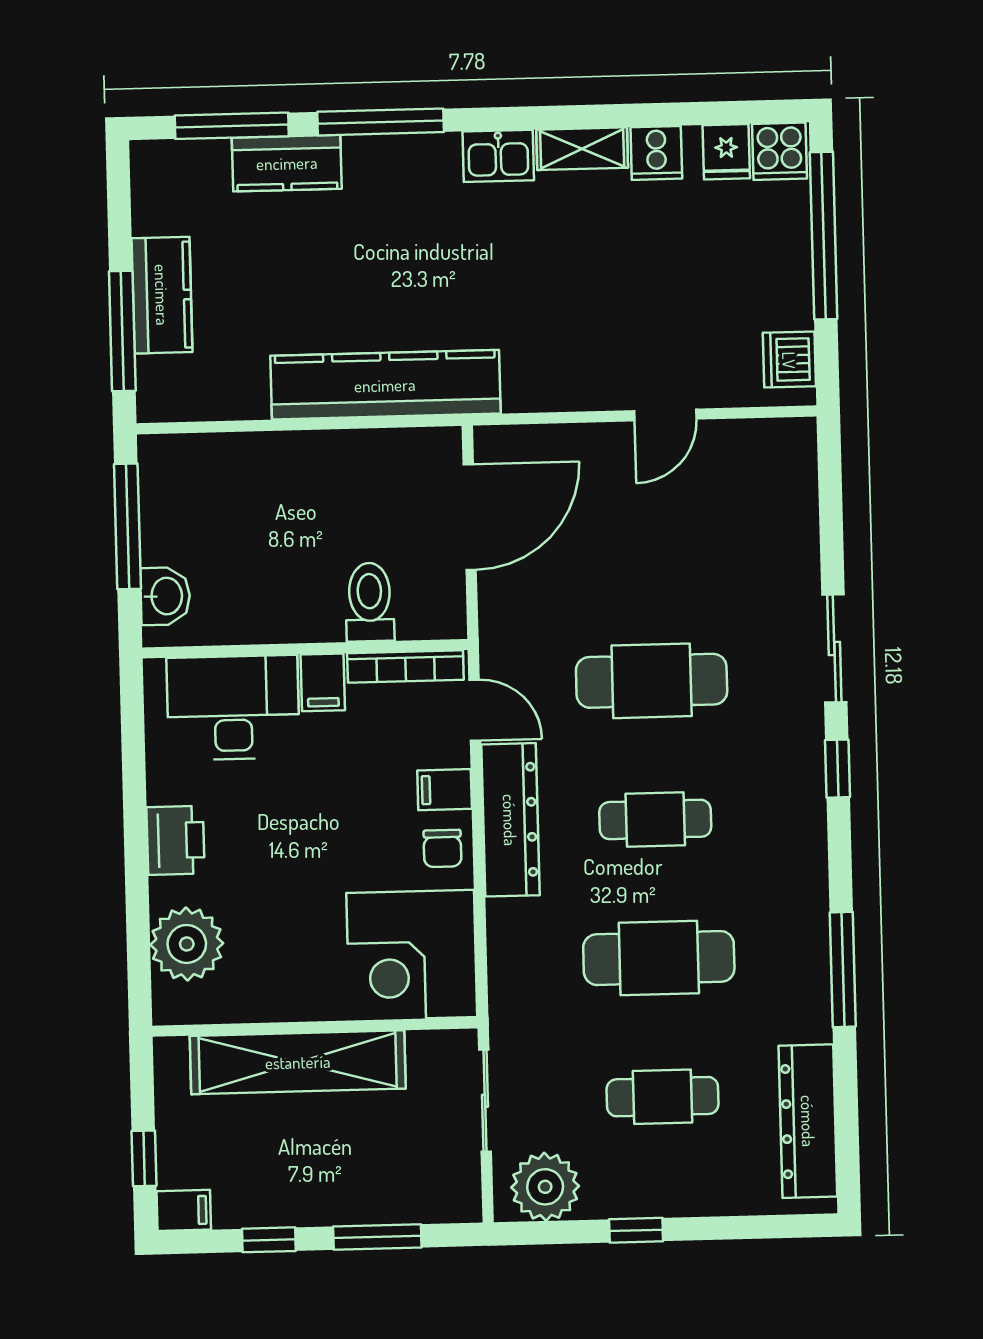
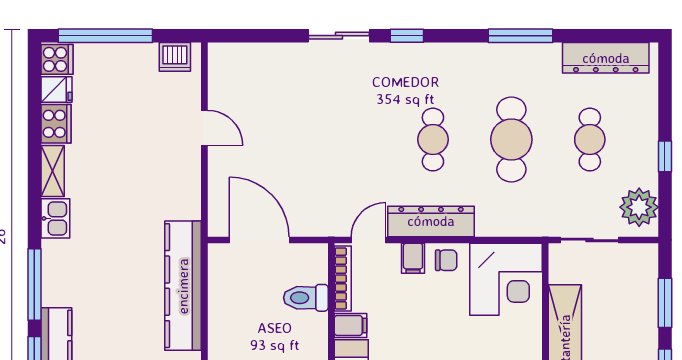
cooker: (656, 153) -> (56, 124), width x1.36
cafe table: (652, 681) -> (355, 140), removed

